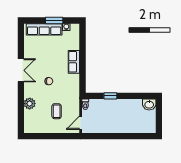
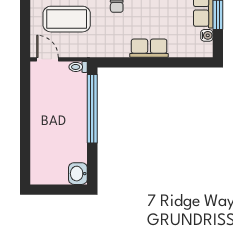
window: (110, 96) -> (92, 109), width x3.17
coffee table: (57, 111) -> (67, 19), width x1.86, depth x1.72

